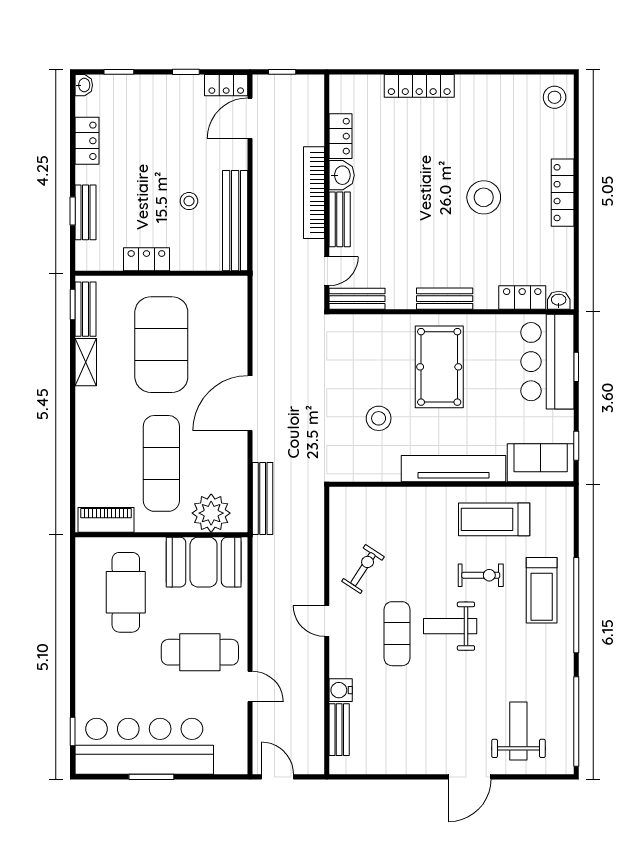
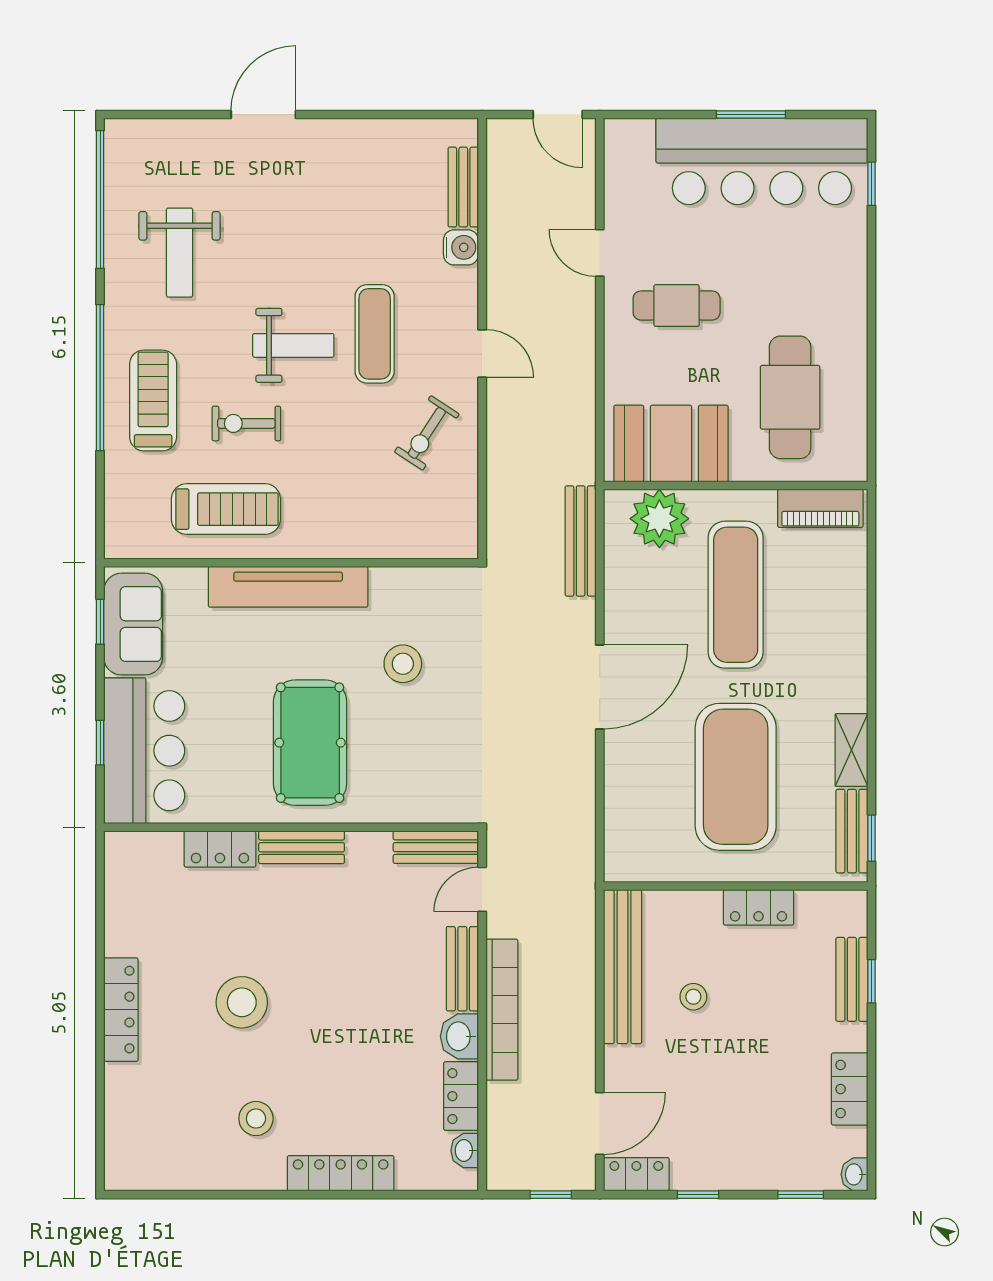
stool: (555, 97) -> (256, 1119), moved
locker: (522, 297) -> (220, 849), moved
washbasin: (559, 300) -> (465, 1150), moved, turned 90
sofa: (541, 463) -> (133, 624), moved, turned -90
cafe table: (200, 652) -> (677, 306), width x0.73, depth x0.74
weight bench: (518, 731) -> (179, 253), moved

